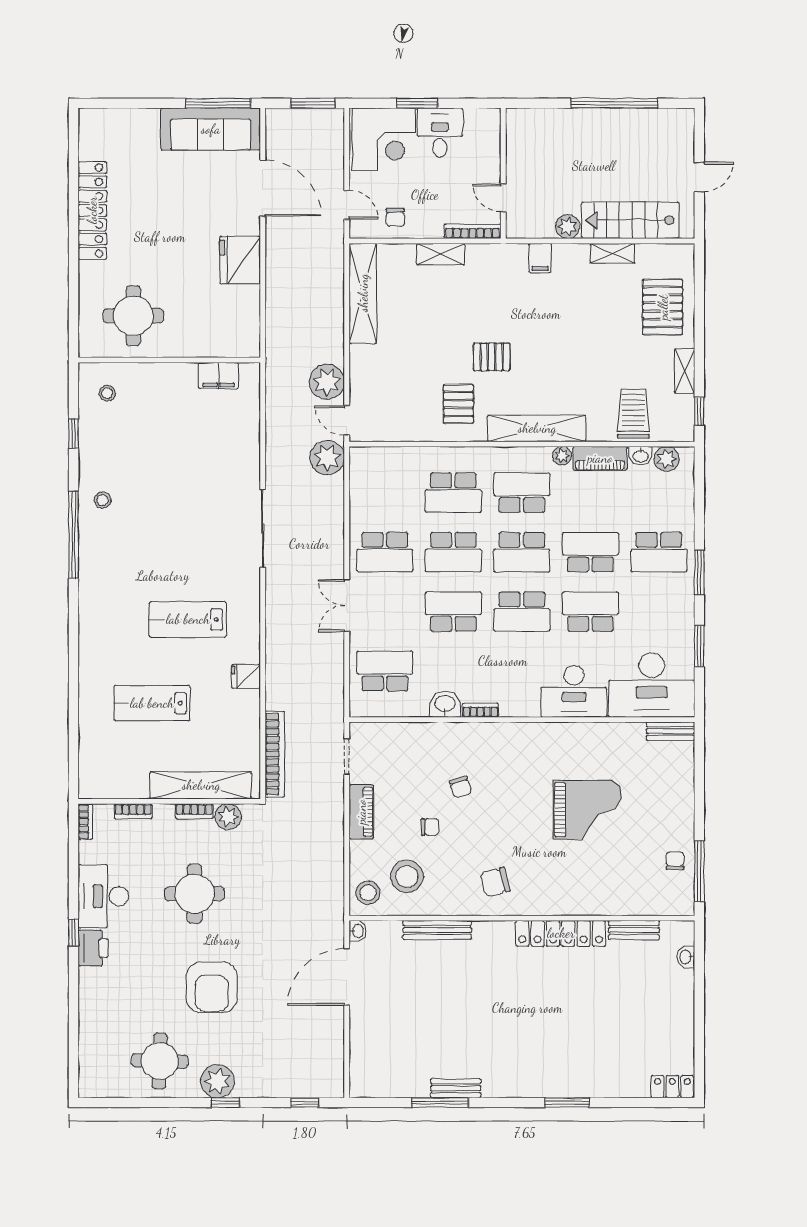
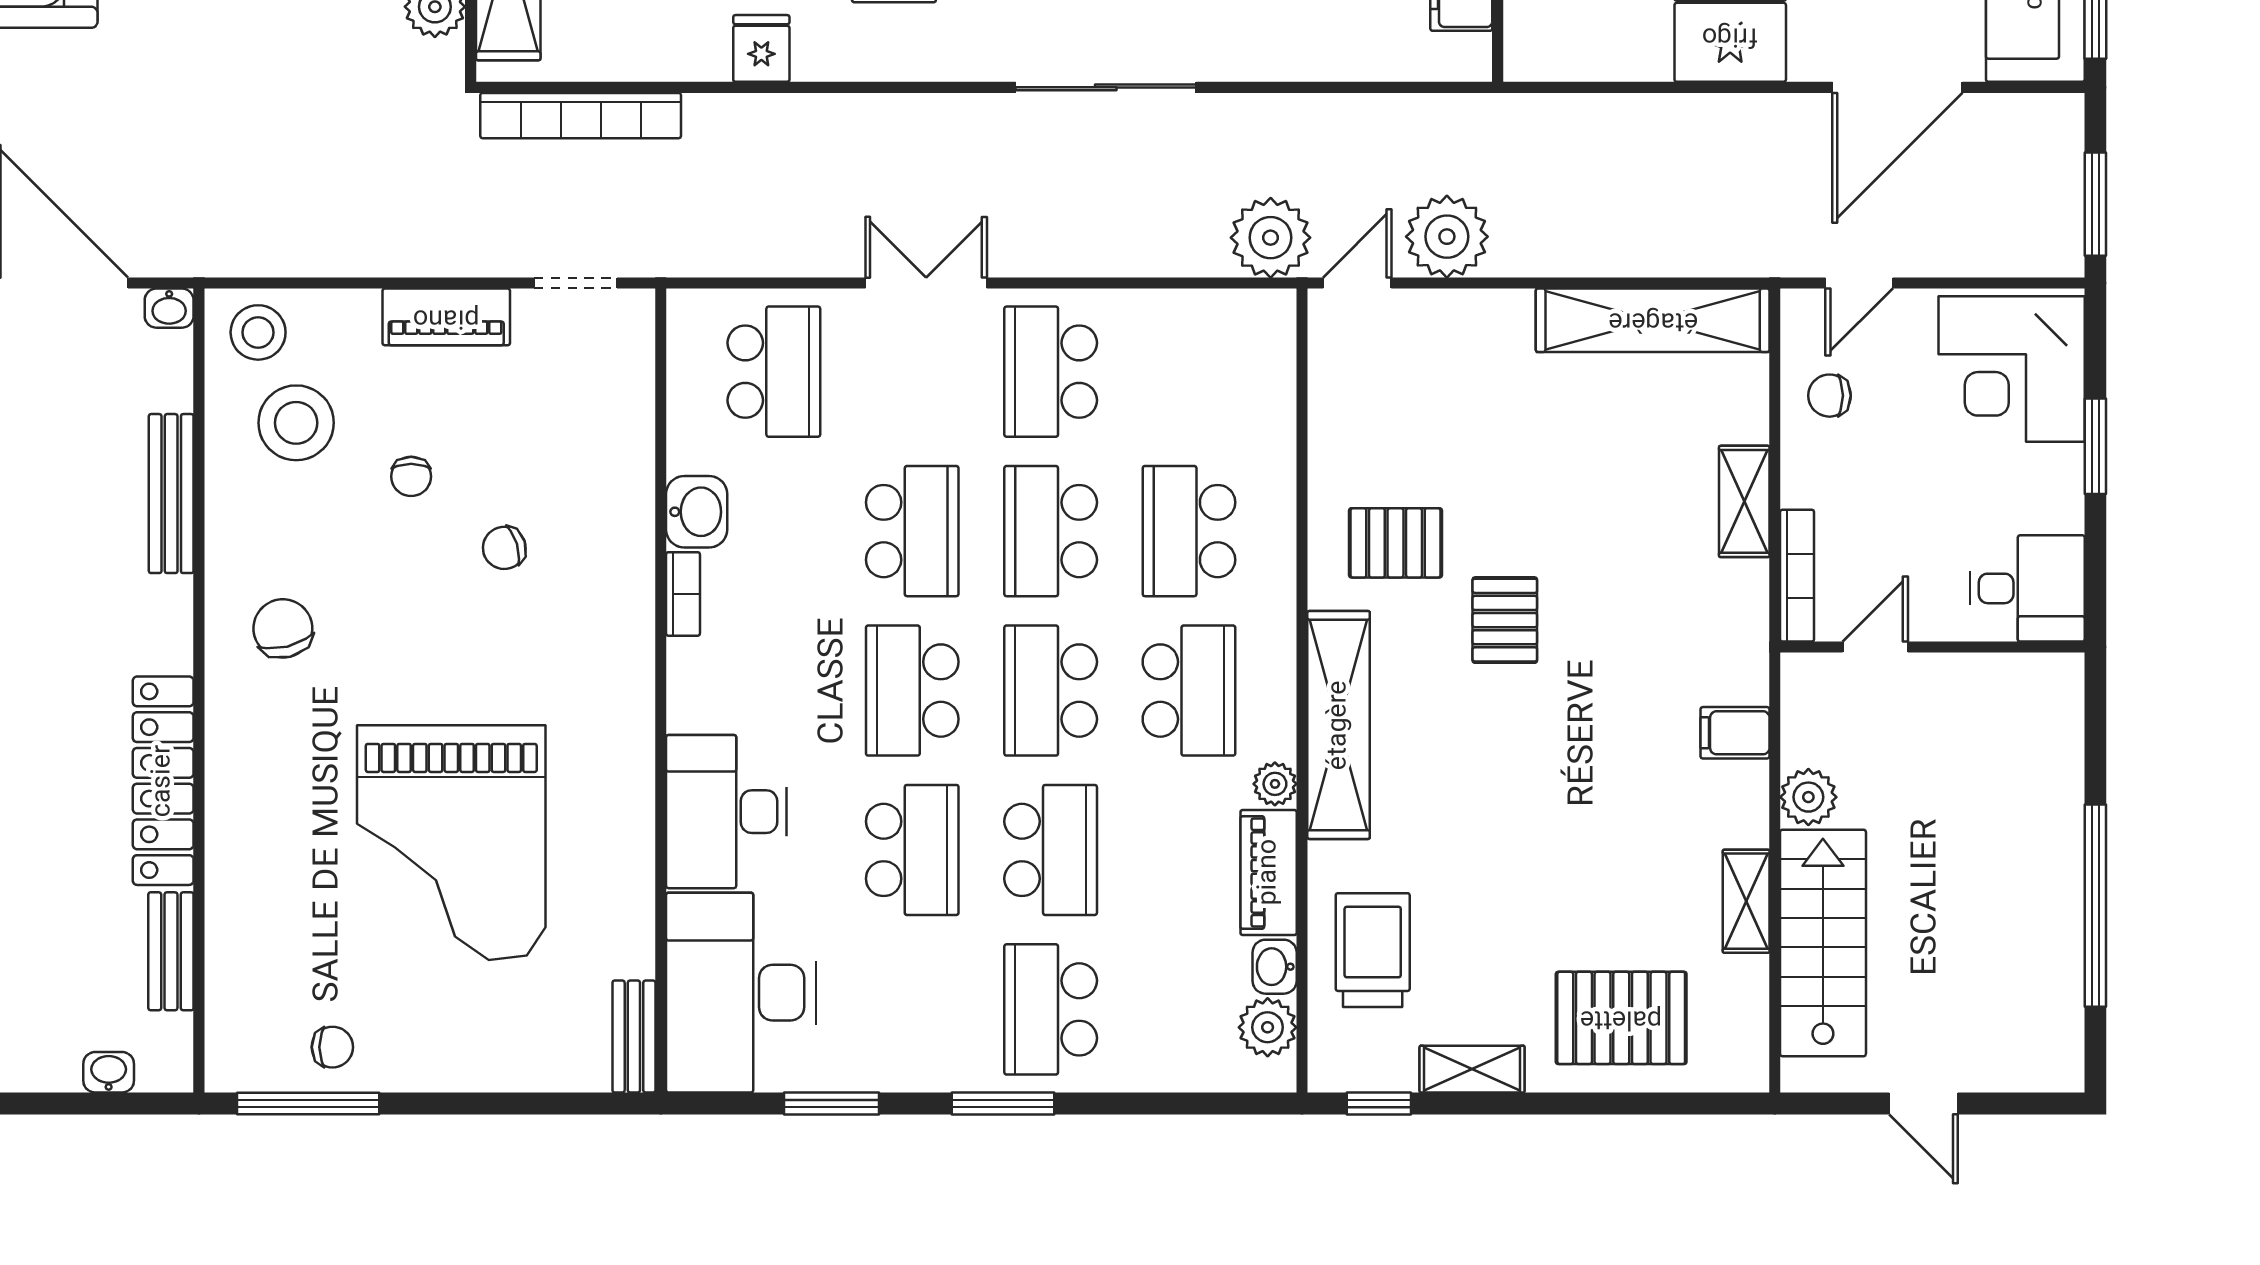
desk: (440, 133) -> (2027, 588), moved
trolley: (633, 414) -> (1373, 950), turned -90
grand piano: (587, 810) -> (451, 843), width x1.37, depth x1.48

